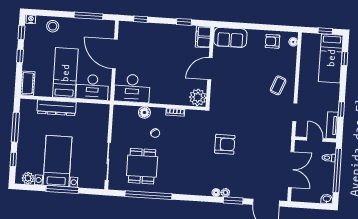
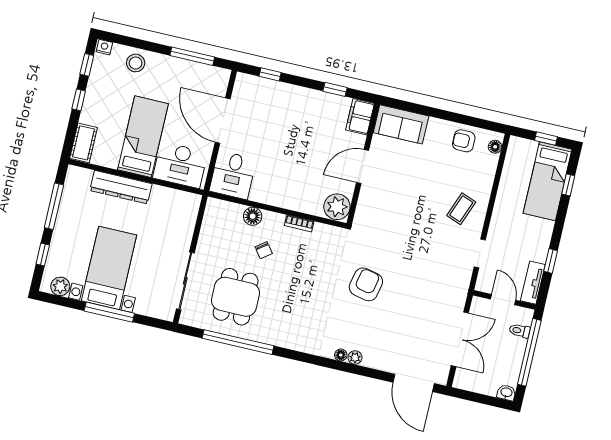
desk: (132, 88) -> (233, 175), width x0.73
armchair: (225, 144) -> (366, 284), turned -78
window: (233, 201) -> (365, 371), removed

